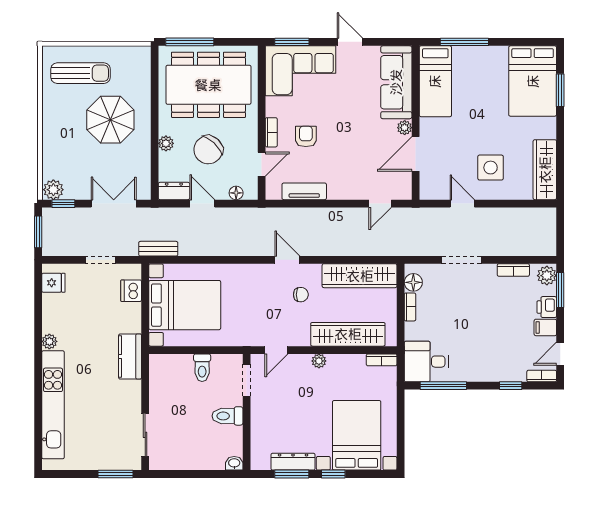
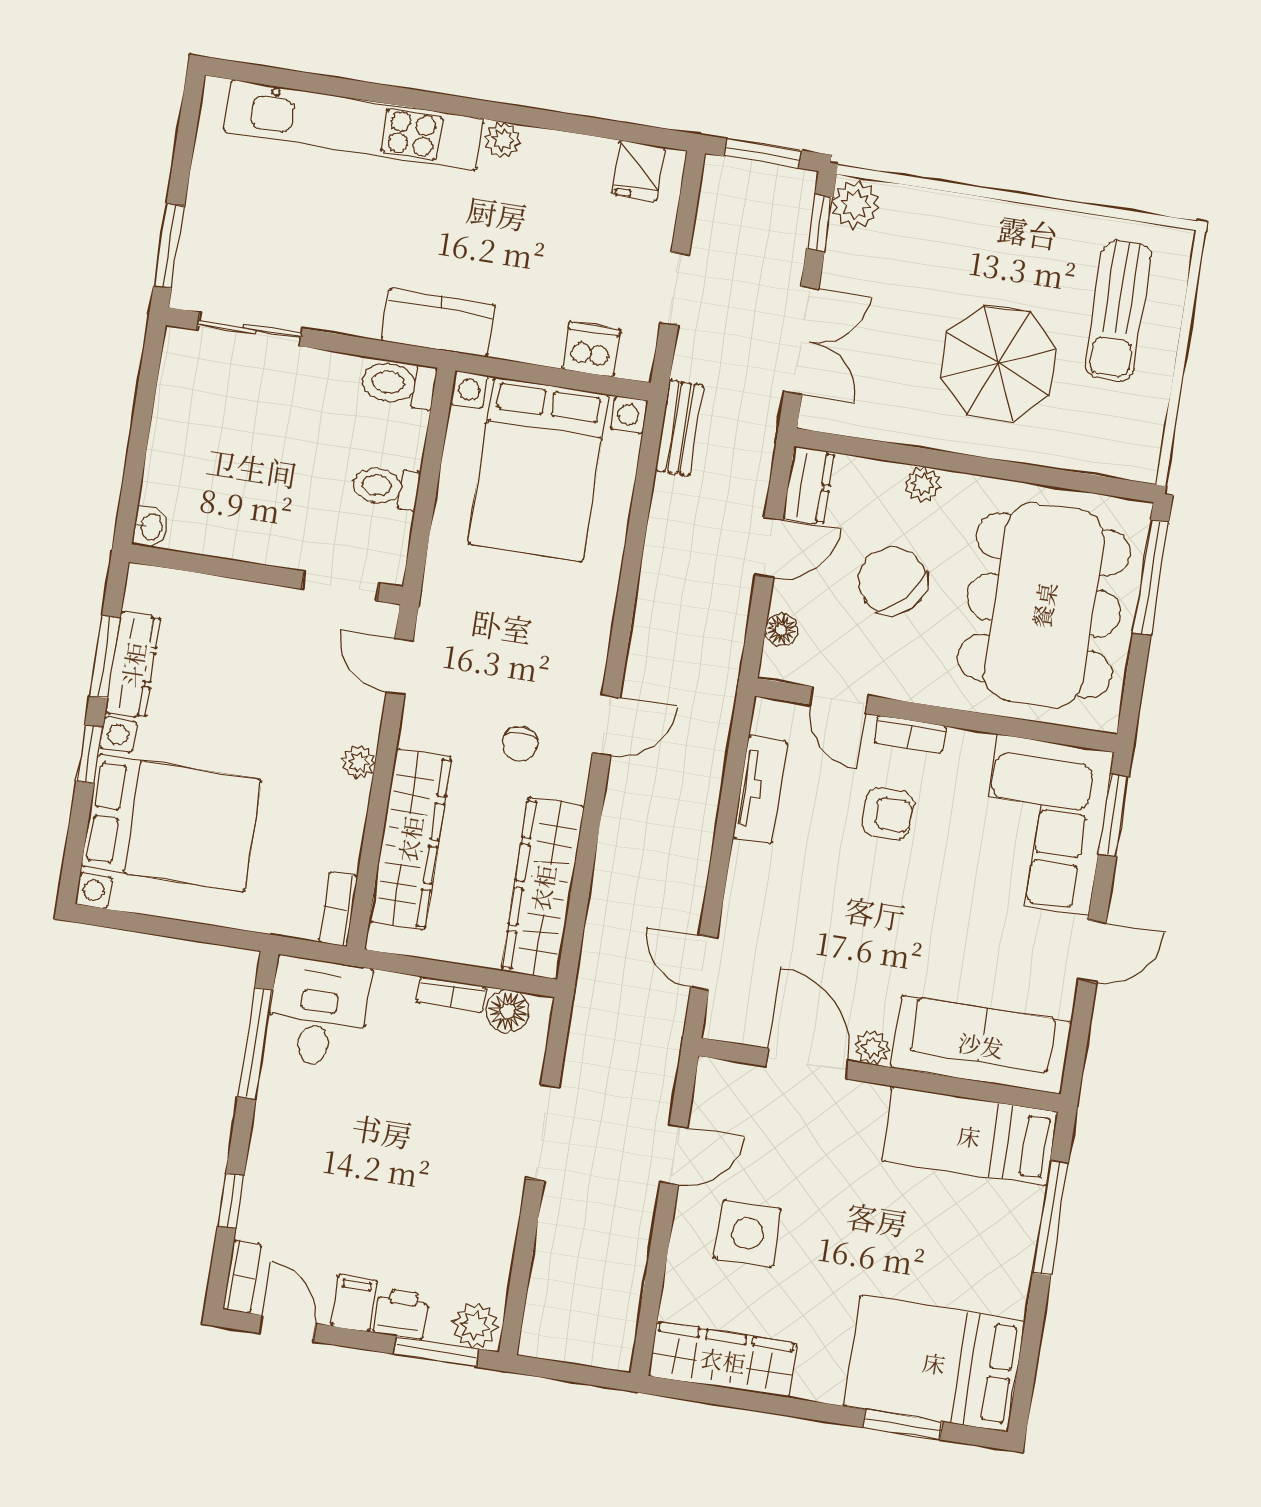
bookcase: (513, 270) -> (500, 1249), removed
toilet: (227, 416) -> (398, 384), moved, turned -90

